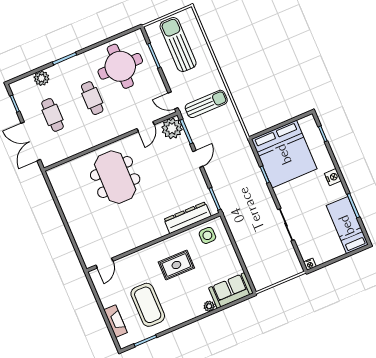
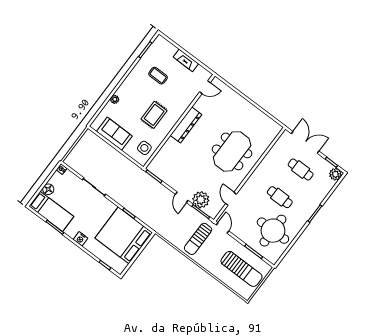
plant: (42, 78) -> (335, 174), moved
door: (173, 100) -> (223, 228), hinge flipped
plant: (172, 128) -> (201, 200), moved
meeting table: (115, 177) -> (232, 151), turned 90
dresser: (187, 218) -> (186, 125), moved
floor lamp: (337, 251) -> (48, 189), added
door: (104, 263) -> (205, 87), swing flipped
sofa: (231, 291) -> (114, 134), moved, turned -90
coffee table: (148, 305) -> (158, 76), width x0.54, depth x0.58
fireplace: (116, 321) -> (186, 60), moved

